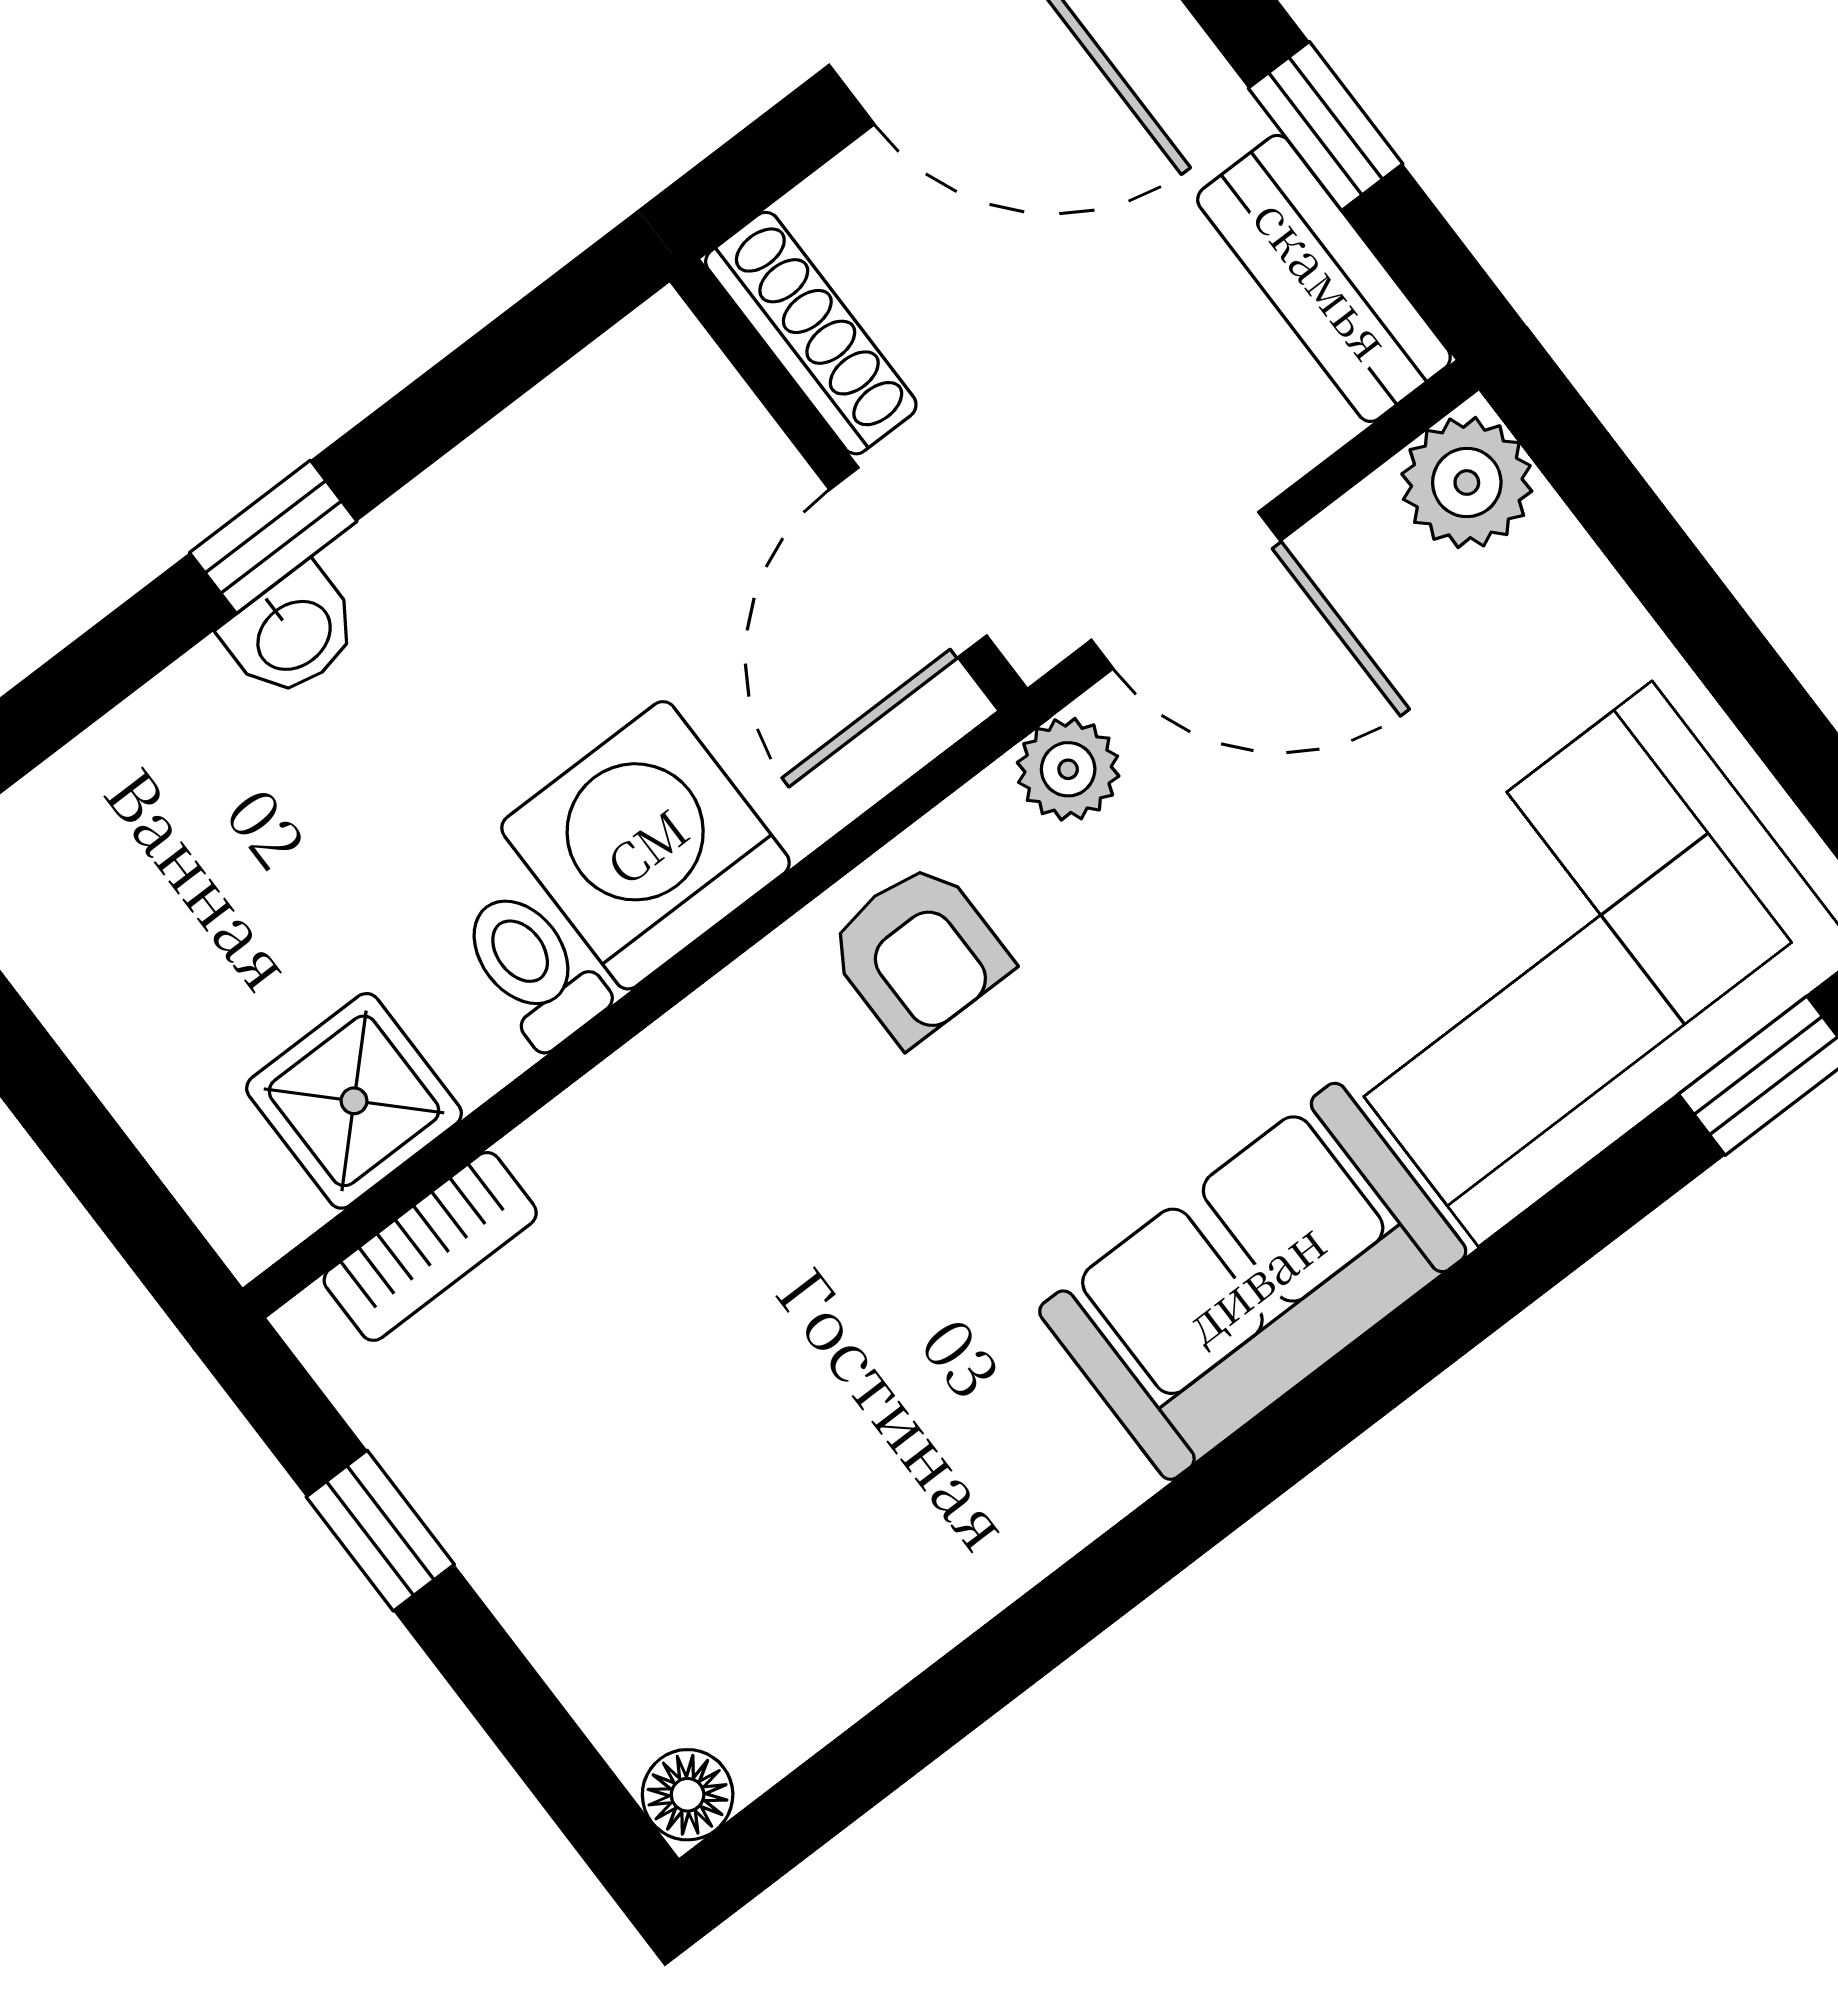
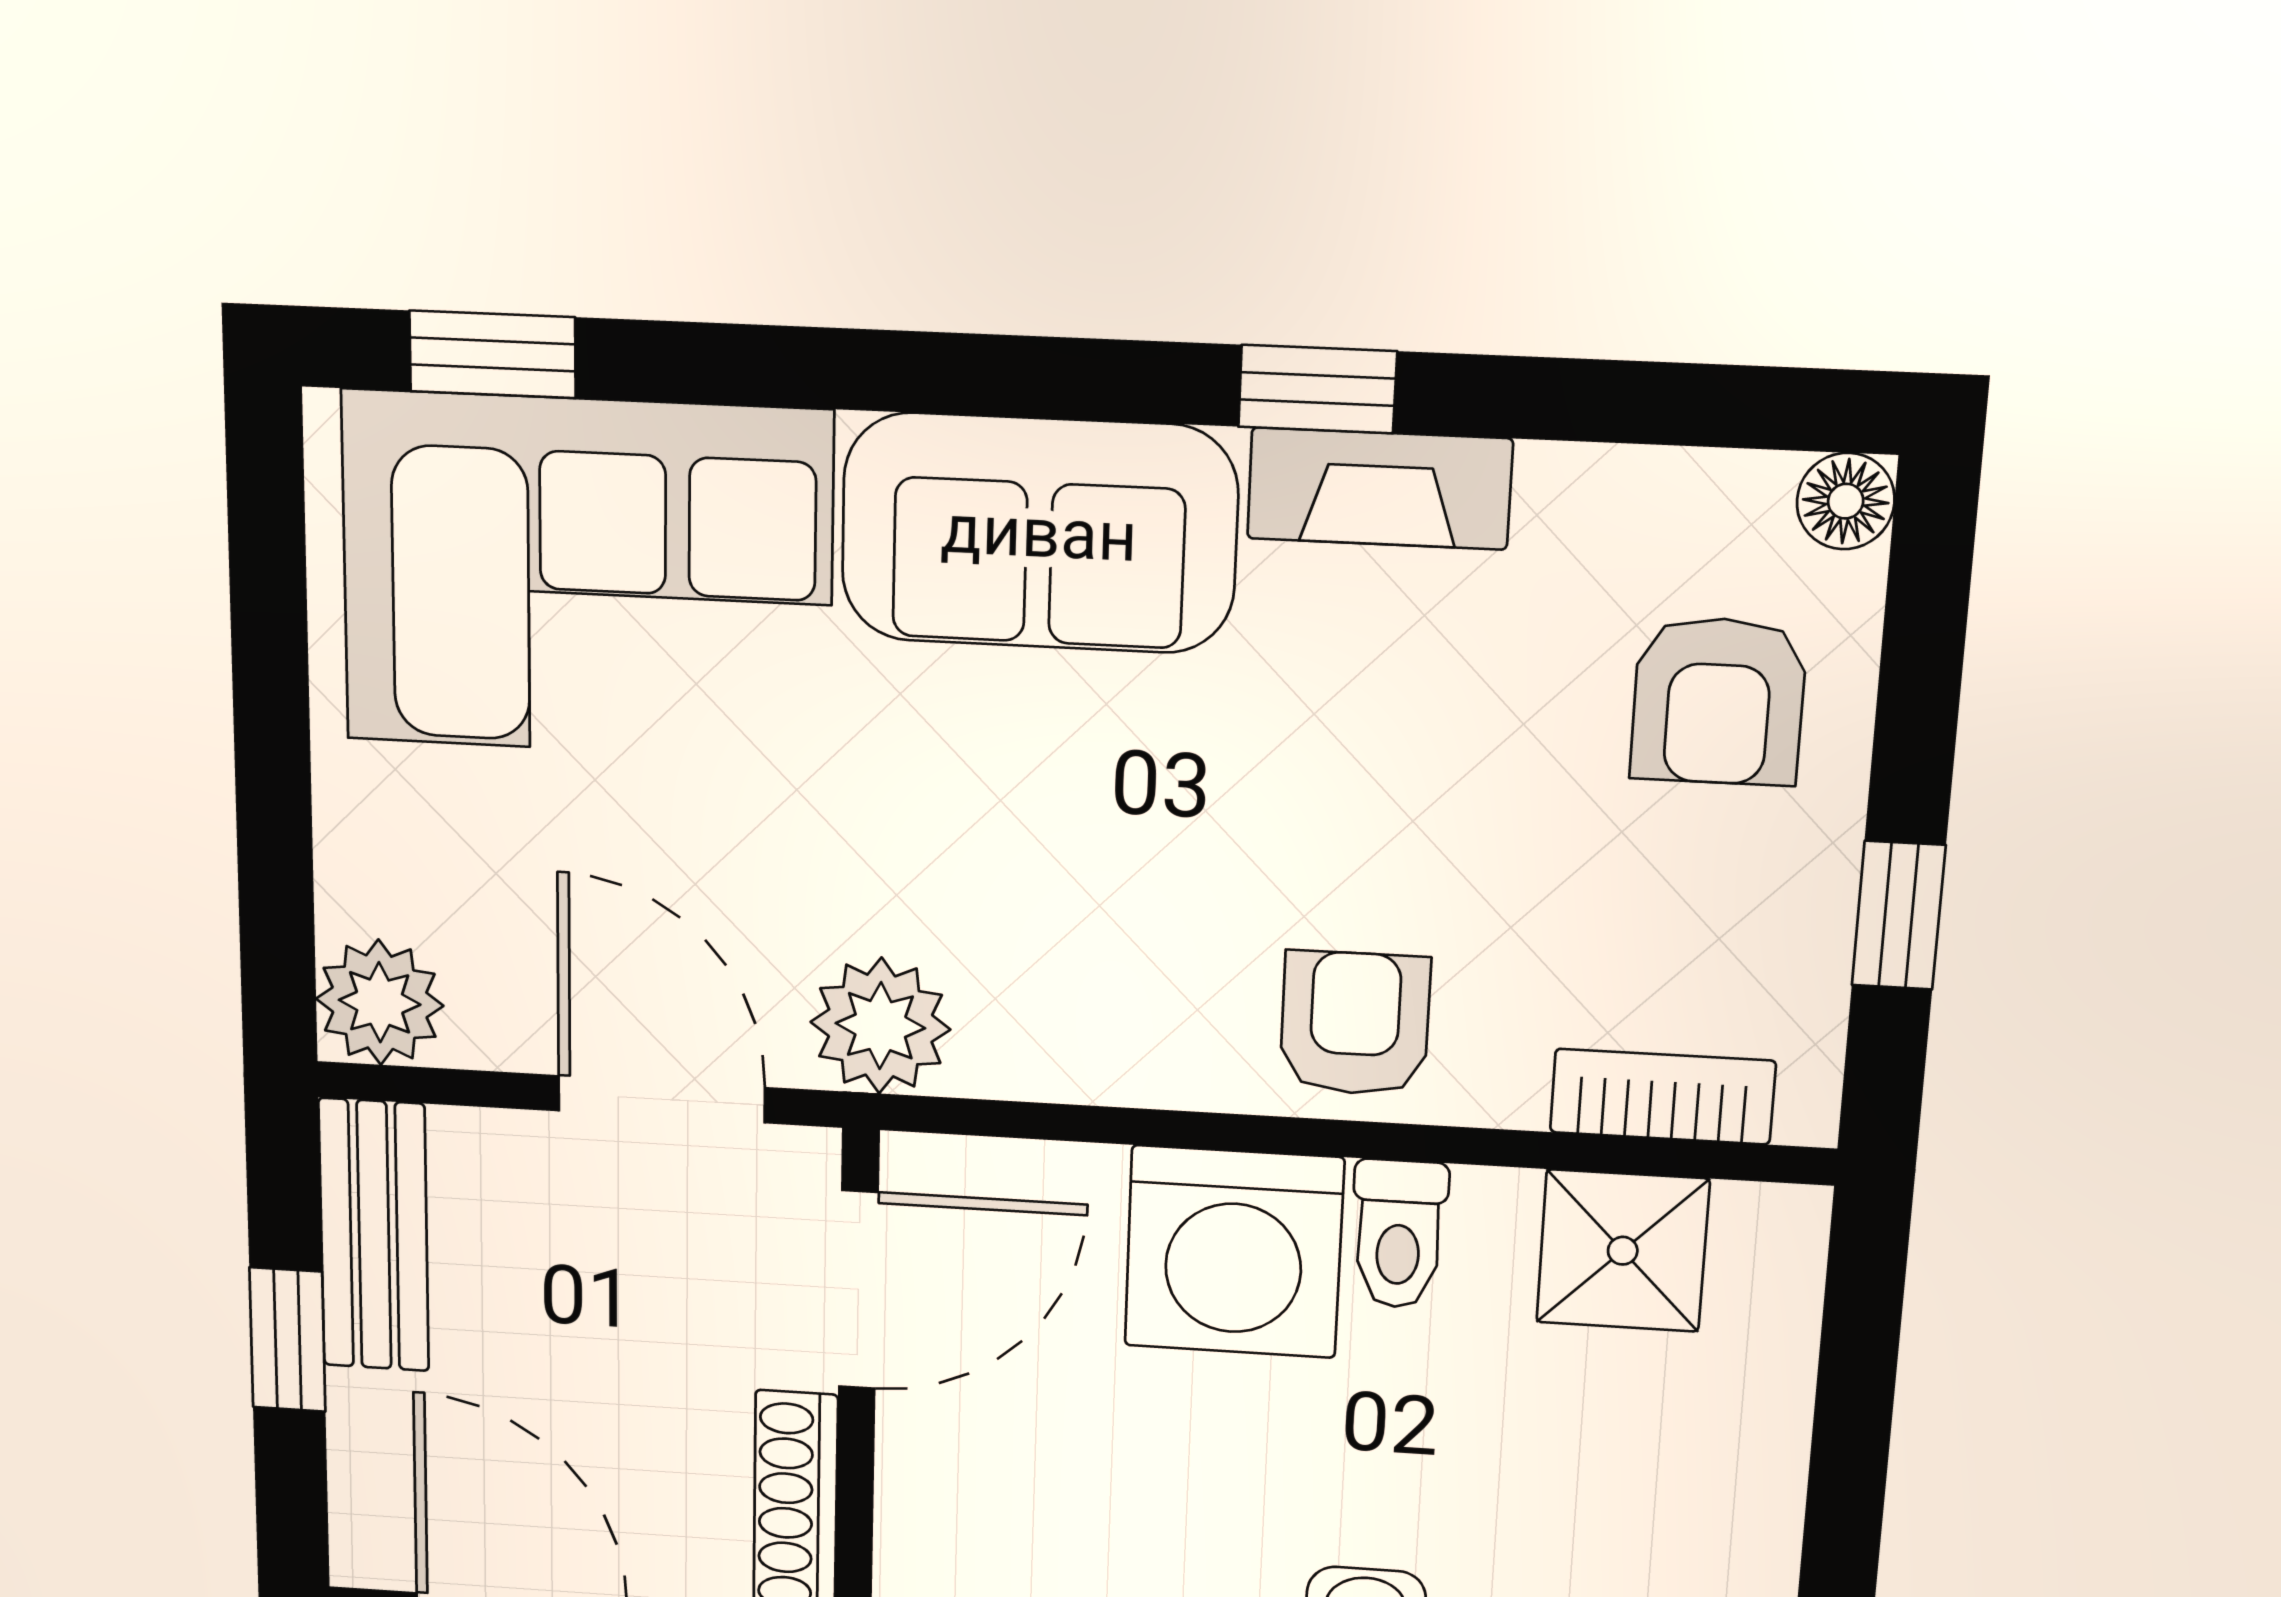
plant: (1068, 769) -> (880, 1026), width x1.38, depth x1.38
armchair: (918, 953) -> (1355, 1023), moved
fireplace: (1030, 1523) -> (1379, 489), added
window: (1136, 1557) -> (1317, 389), added
armchair: (651, 1576) -> (1718, 701), added

